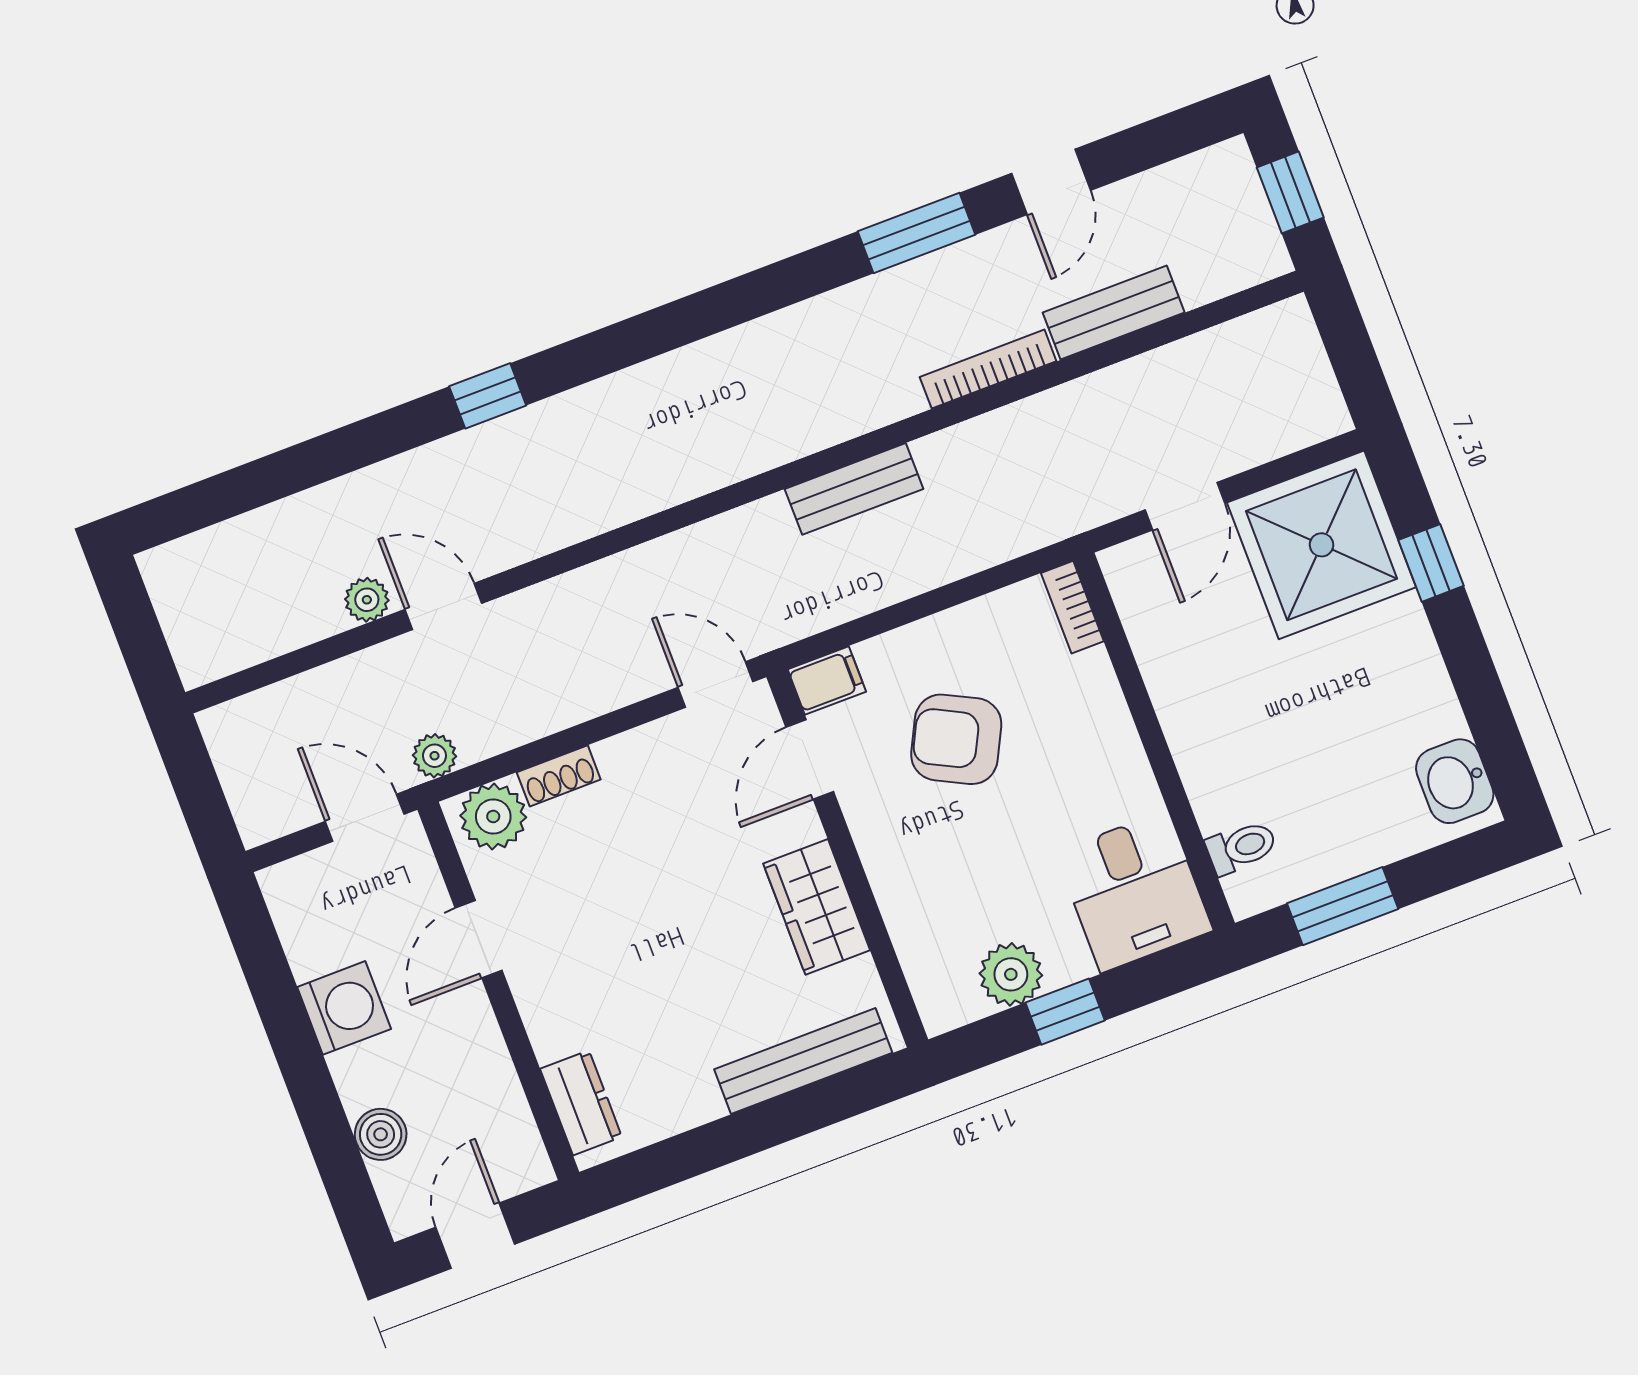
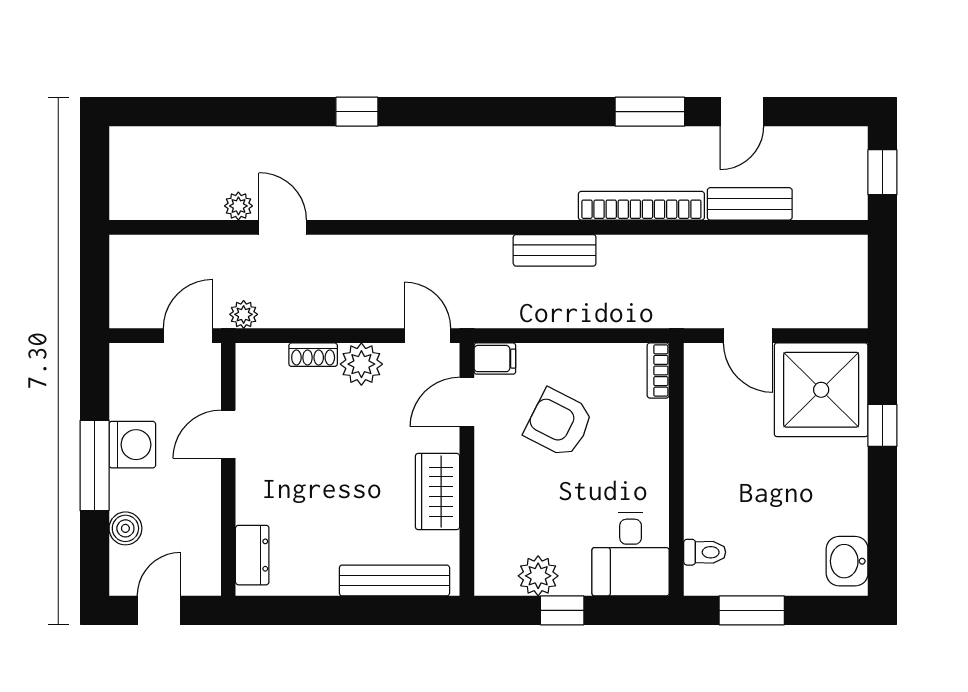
bookcase: (988, 369) -> (641, 206), width x1.48, depth x1.31
door: (1185, 506) -> (748, 336), hinge flipped
plant: (493, 816) -> (361, 364), moved
door: (365, 818) -> (188, 336), hinge flipped
window: (300, 1060) -> (95, 466), added

